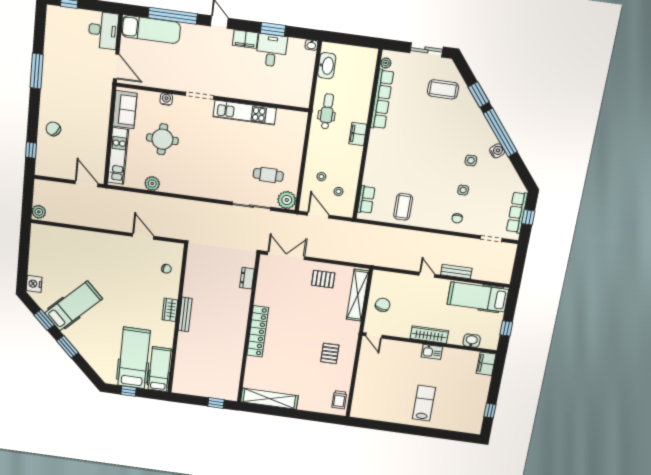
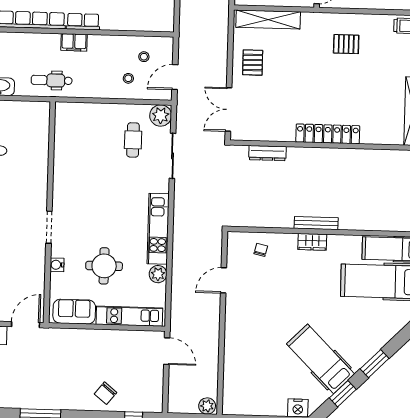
kitchen unit: (245, 112) -> (158, 229), moved, turned 180
door: (87, 184) -> (167, 351), swing flipped
row of seats: (366, 200) -> (83, 22), moved
dresser: (247, 278) -> (267, 153), width x1.44

